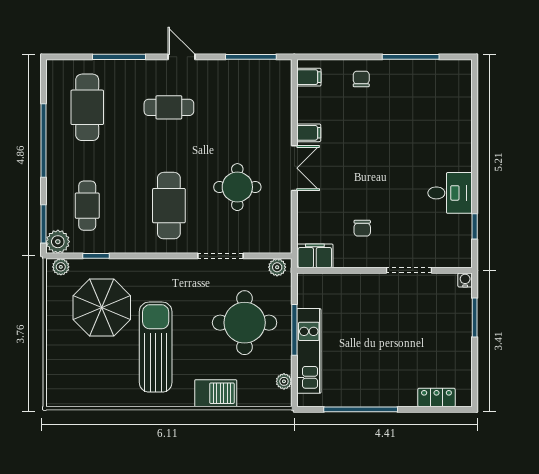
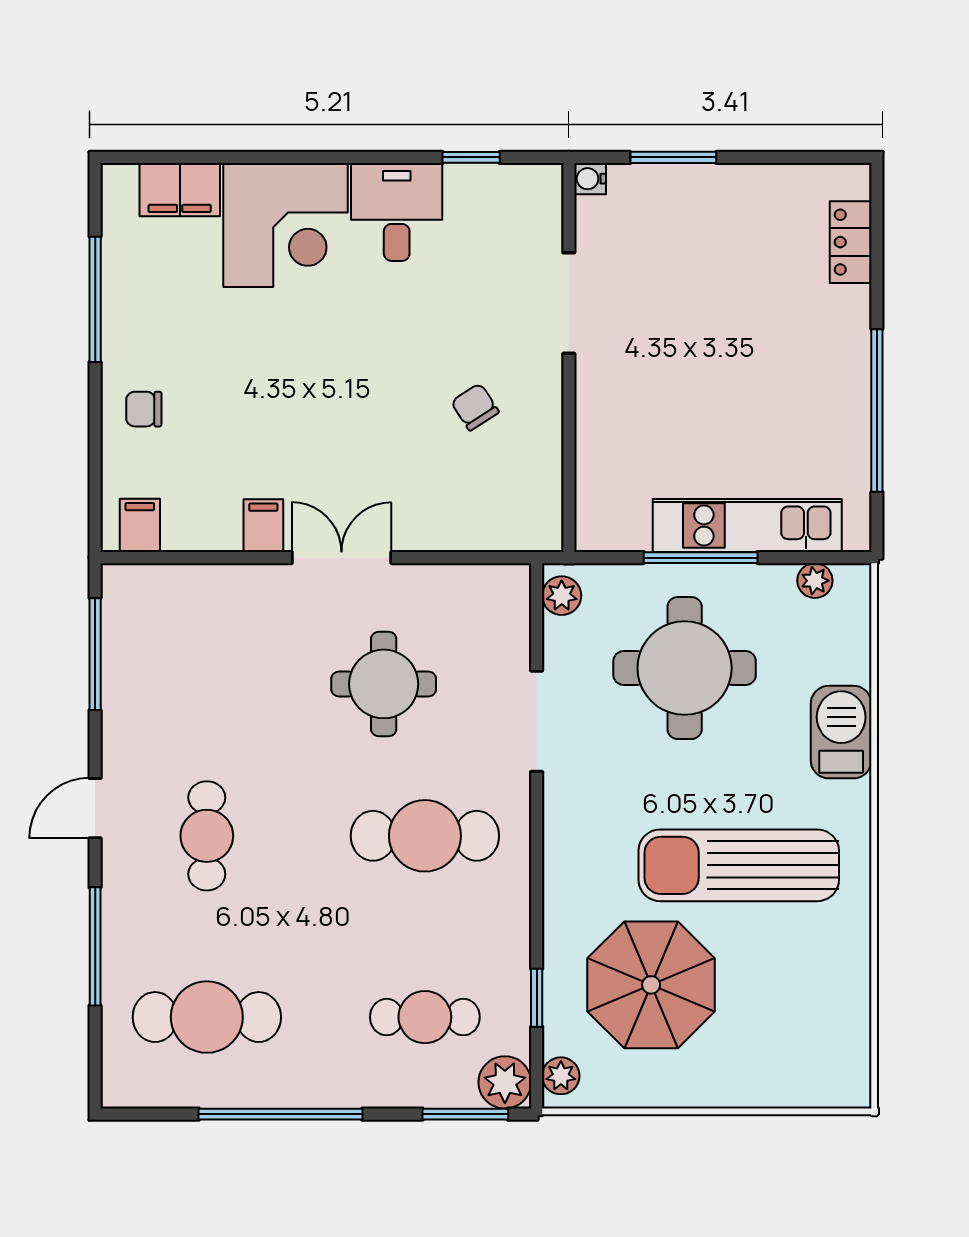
corner desk: (444, 143) -> (285, 225), added
chair: (362, 228) -> (475, 407), turned -123
filing cabinet: (315, 256) -> (180, 190), moved, turned -90

